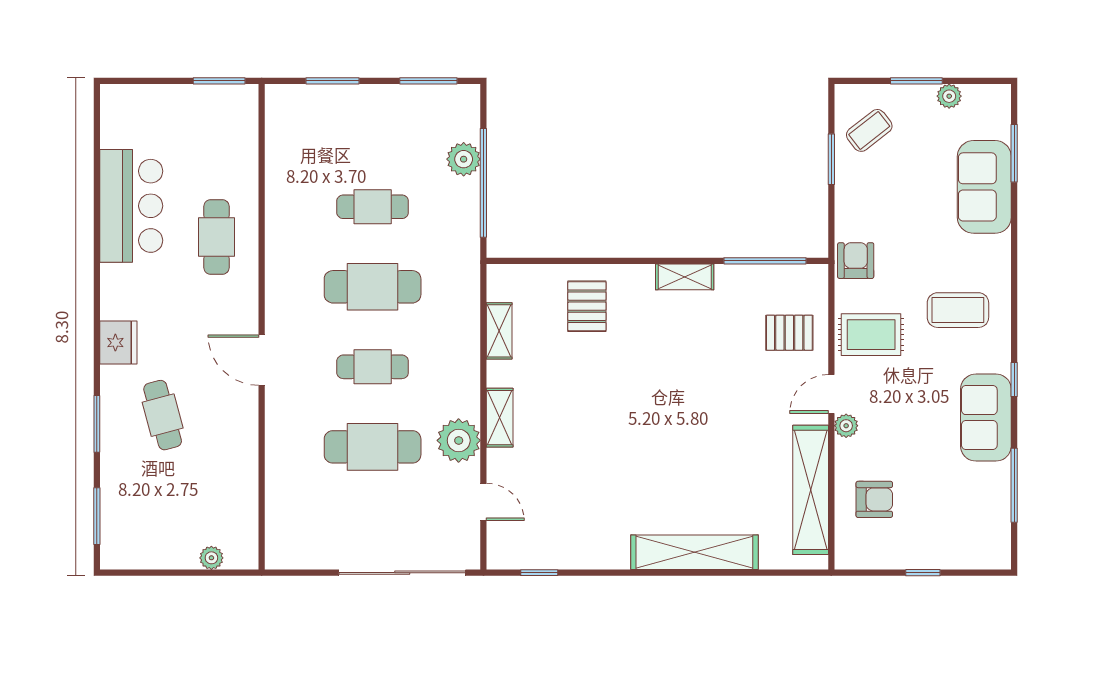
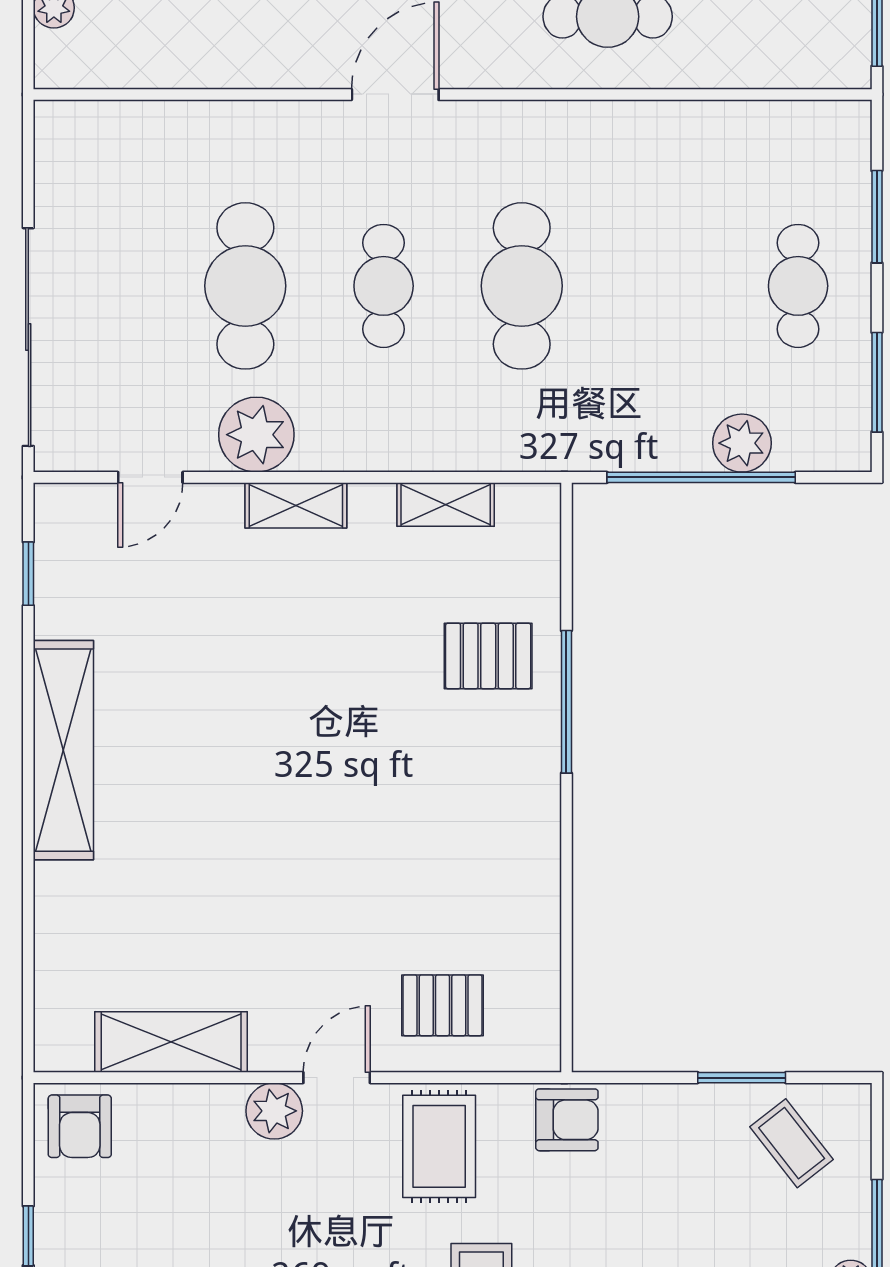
cafe table: (373, 207) -> (798, 286), moved
window: (765, 261) -> (566, 702), moved
shelving: (685, 277) -> (539, 825), removed
pallet: (789, 333) -> (442, 1005), turned 90
door: (831, 394) -> (337, 1078), hinge flipped
plant: (846, 426) -> (274, 1111), width x1.38, depth x1.38
shelving: (811, 490) -> (171, 1042), width x0.68
armchair: (874, 499) -> (80, 1126), moved
shelving: (694, 552) -> (63, 750), moved

